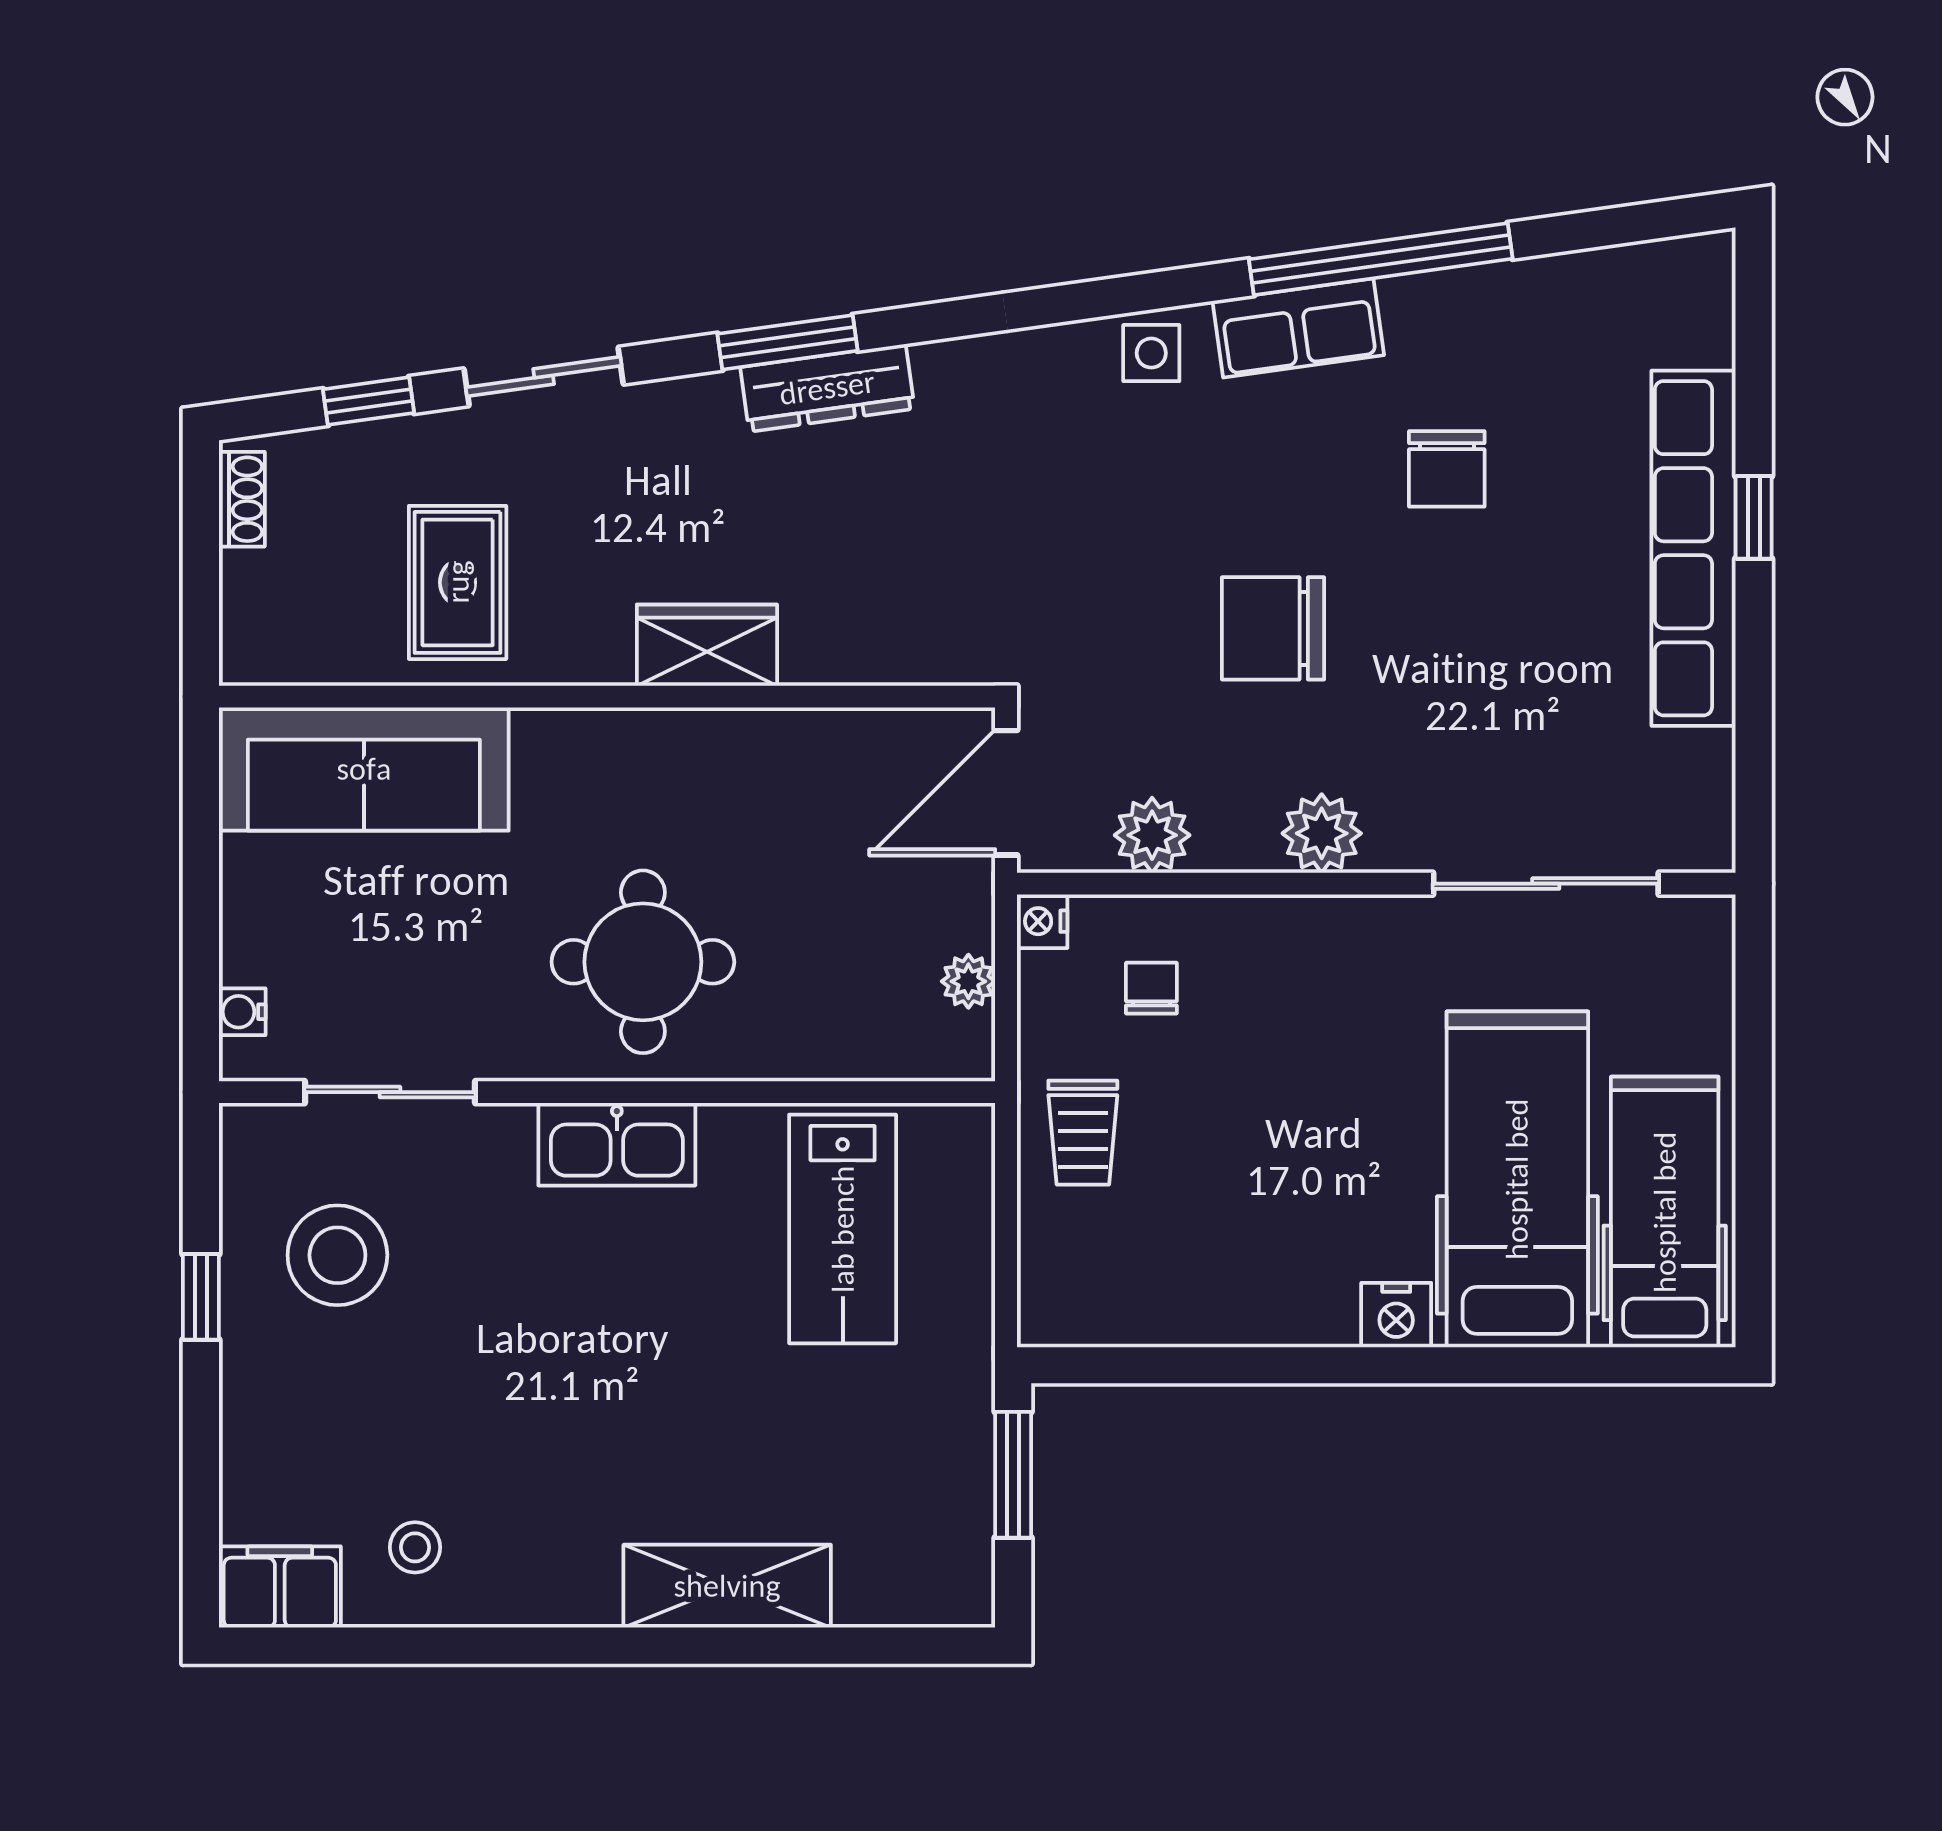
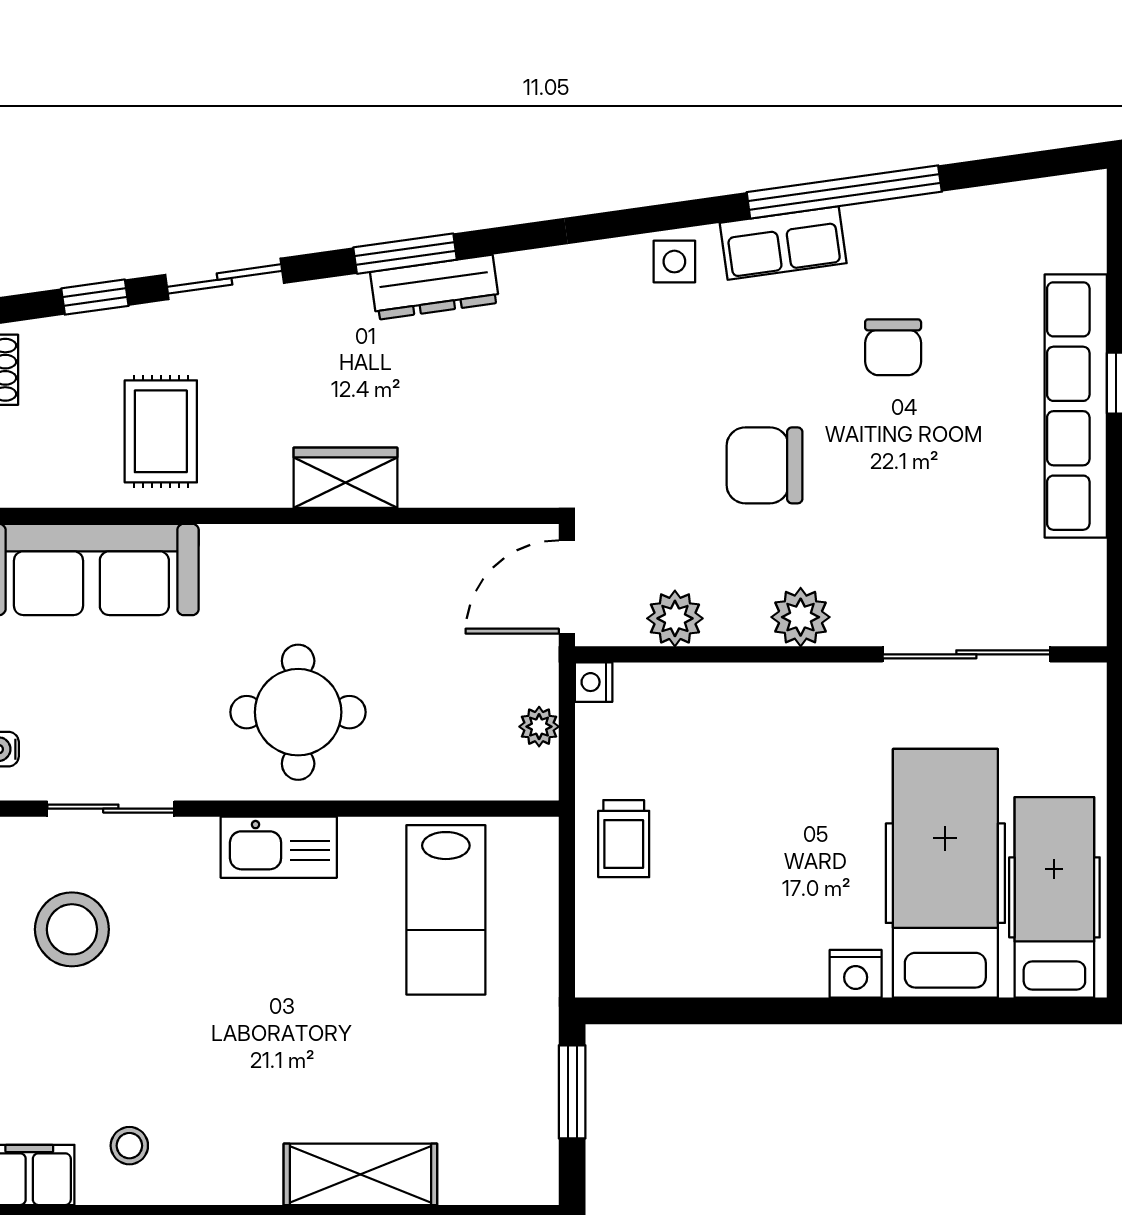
chair: (1151, 988) -> (674, 732), removed

